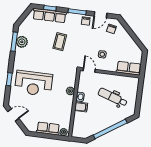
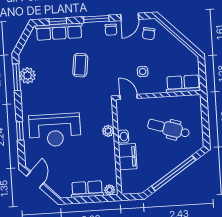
filing cabinet: (81, 107) -> (128, 157), width x2.00
door: (13, 115) -> (35, 179), hinge flipped

